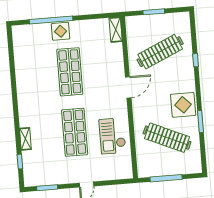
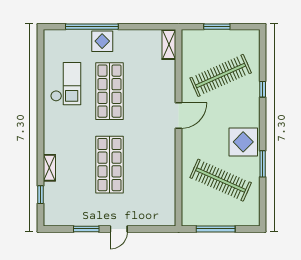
checkout: (112, 136) -> (66, 84), moved, turned 180
window: (47, 188) -> (86, 229), moved

